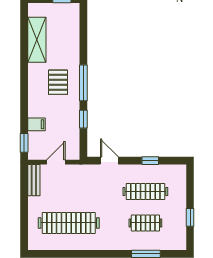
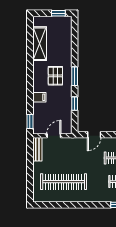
window: (83, 83) -> (75, 76), width x0.69
filing cabinet: (36, 124) -> (39, 97), moved
door: (109, 161) -> (94, 135), swing flipped

